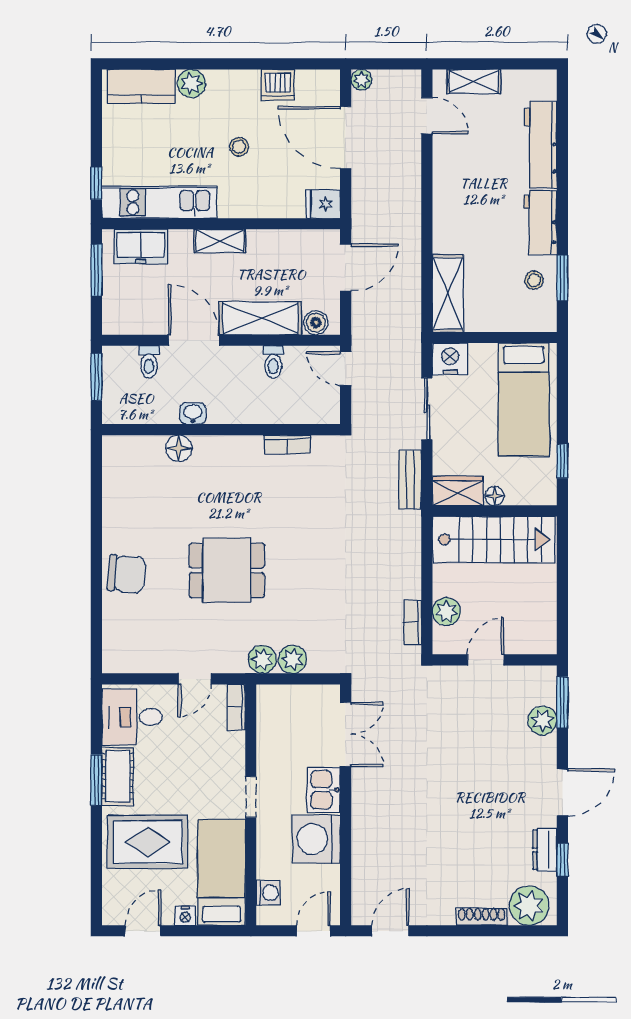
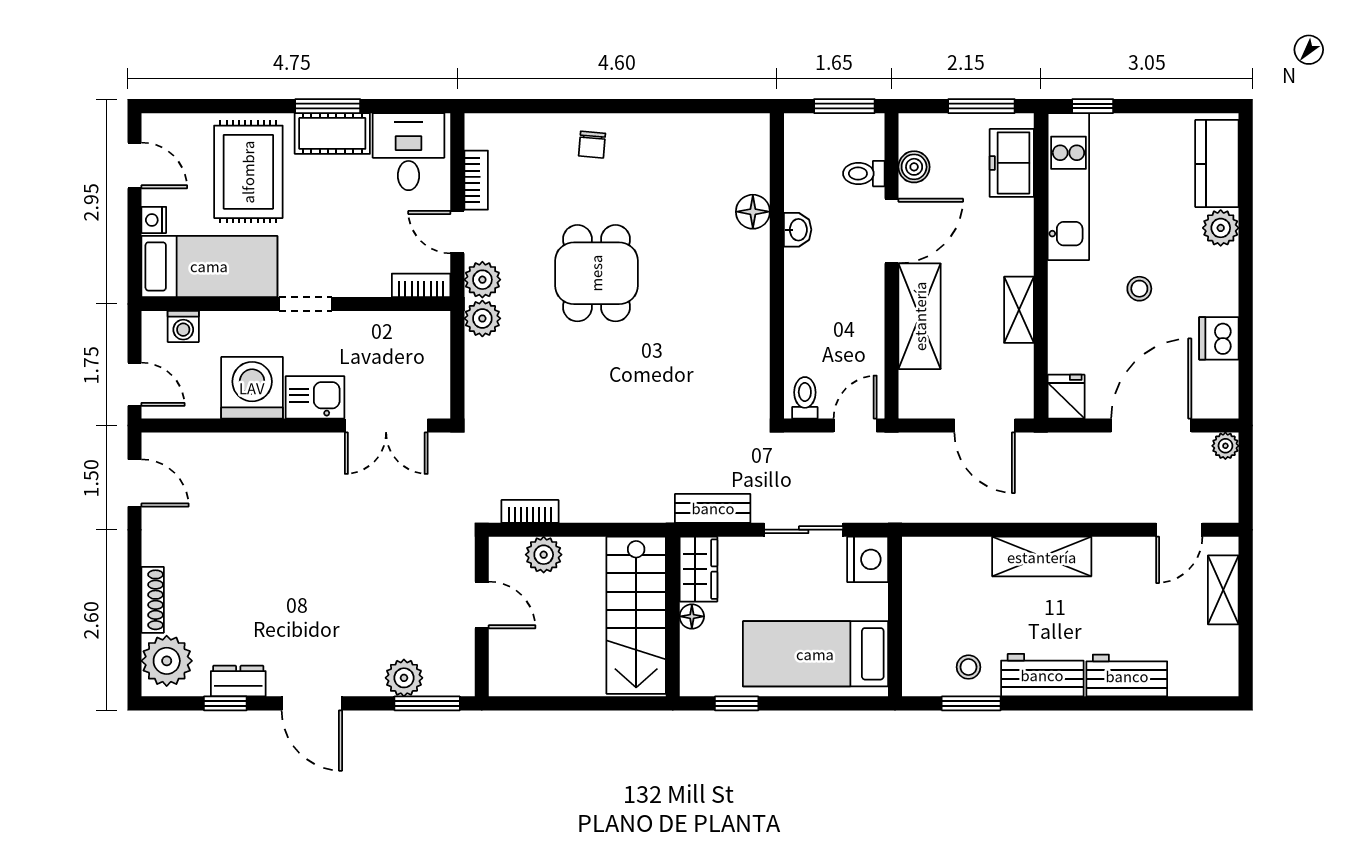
workbench: (541, 145) -> (1127, 676), width x0.73
shelving: (220, 241) -> (1019, 310), moved
shelving: (448, 293) -> (1042, 557), moved
boiler: (316, 323) -> (914, 167), moved
toilet: (273, 362) -> (805, 398), moved, turned 90
bookcase: (287, 444) -> (476, 180), moved, turned 180
chair: (126, 574) -> (592, 145), width x0.54, depth x0.54
plant: (292, 659) -> (482, 280), moved

